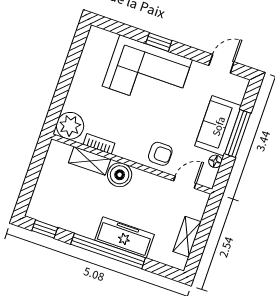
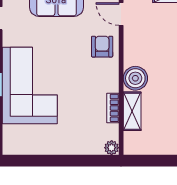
plant: (70, 126) -> (112, 148), width x0.53, depth x0.53

